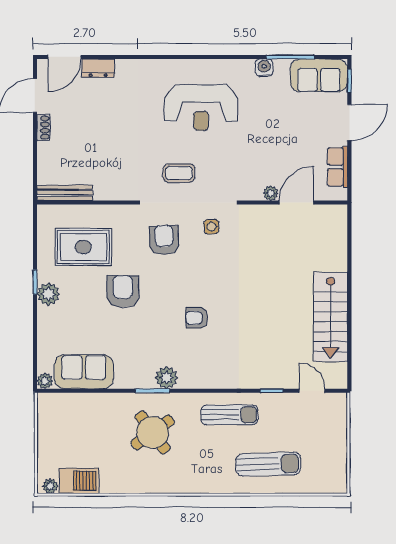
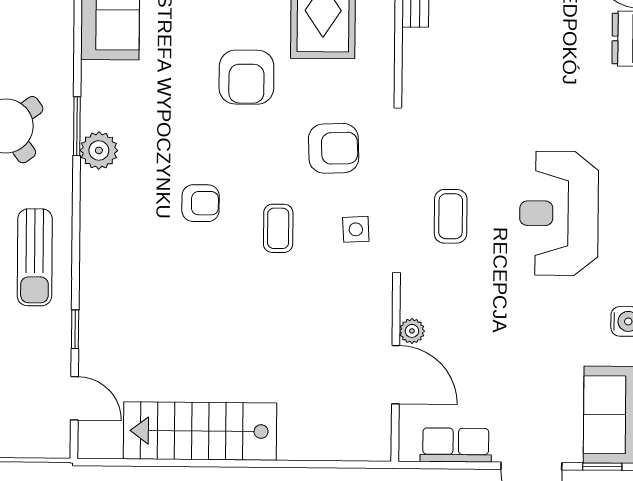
coffee table: (179, 173) -> (451, 216), moved
coffee table: (211, 272) -> (278, 228), added
armchair: (123, 292) -> (246, 77), turned 90
armchair: (197, 318) -> (201, 203), turned 90
door: (312, 391) -> (74, 398), hinge flipped

